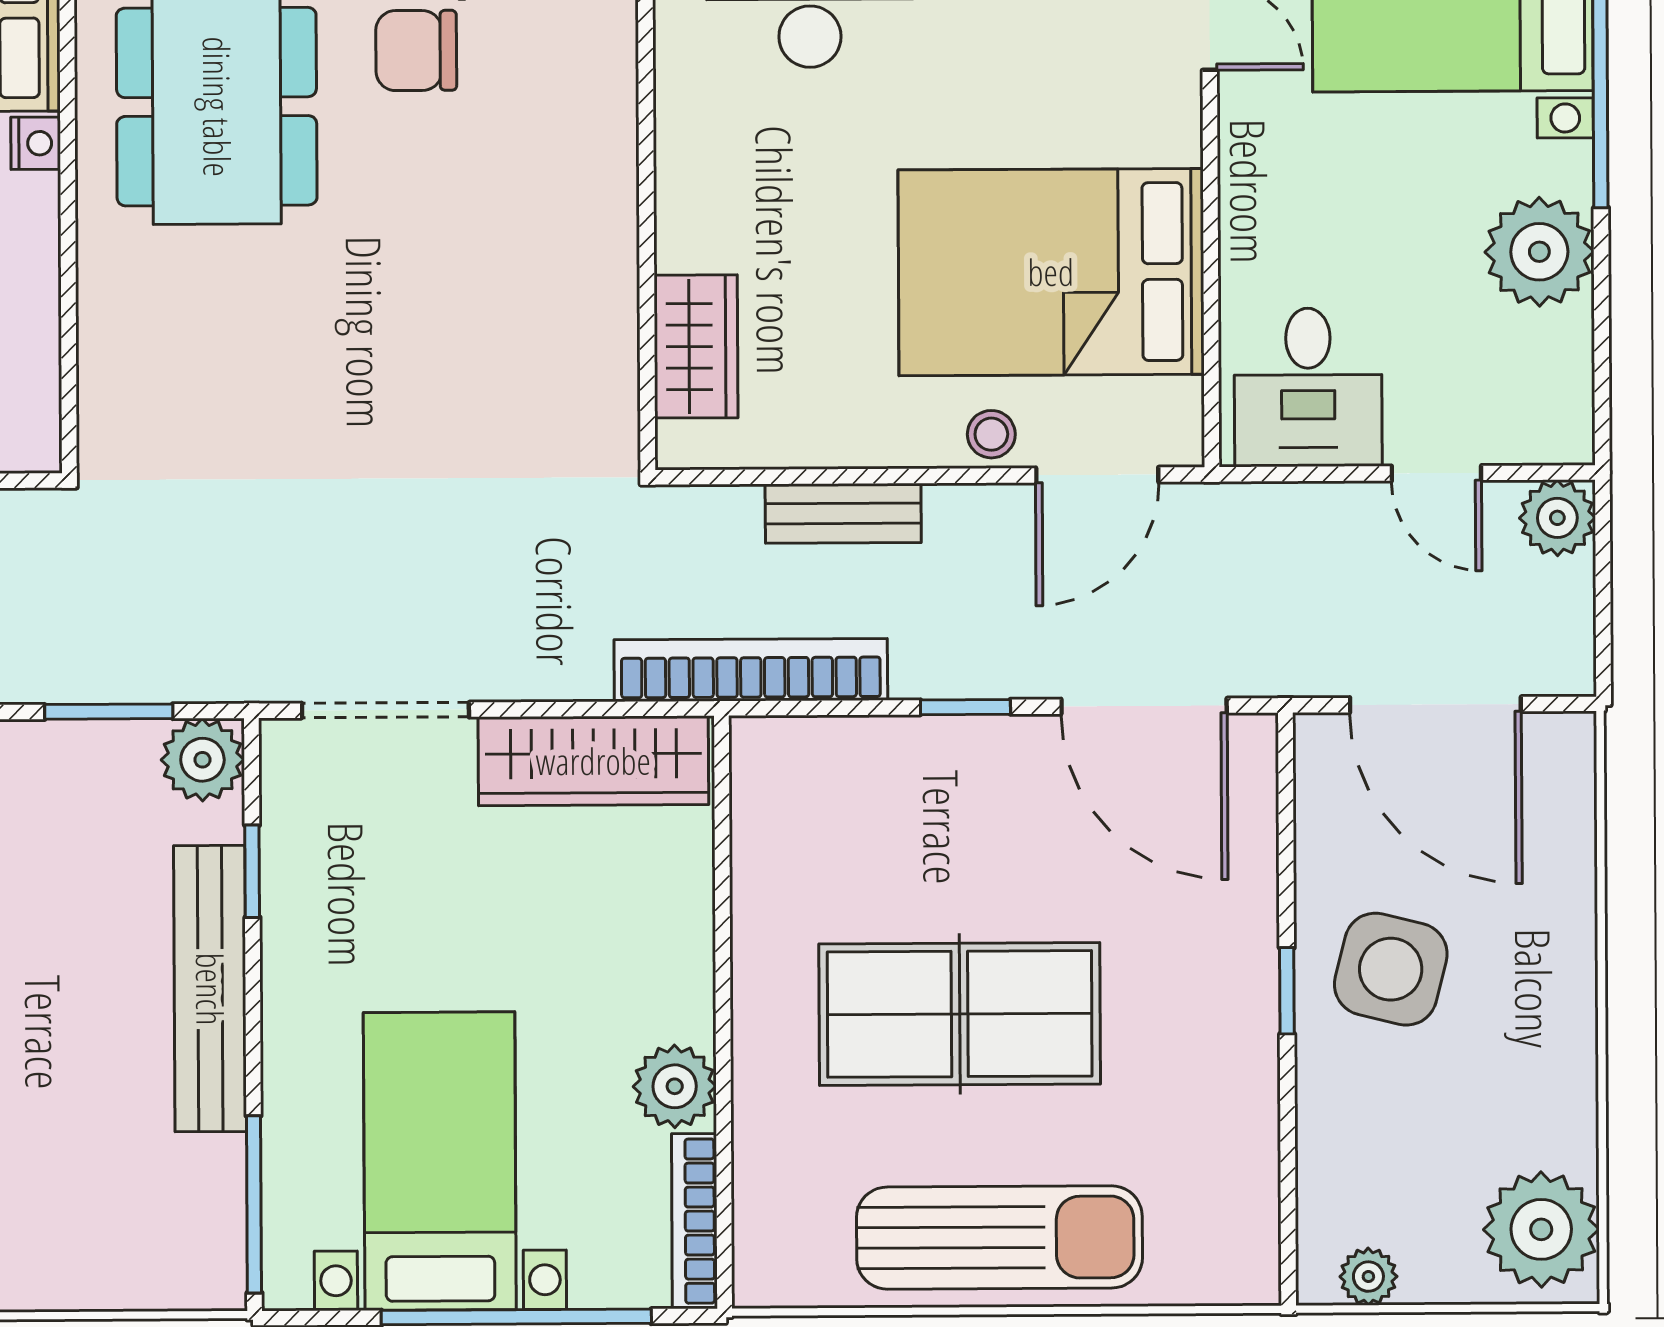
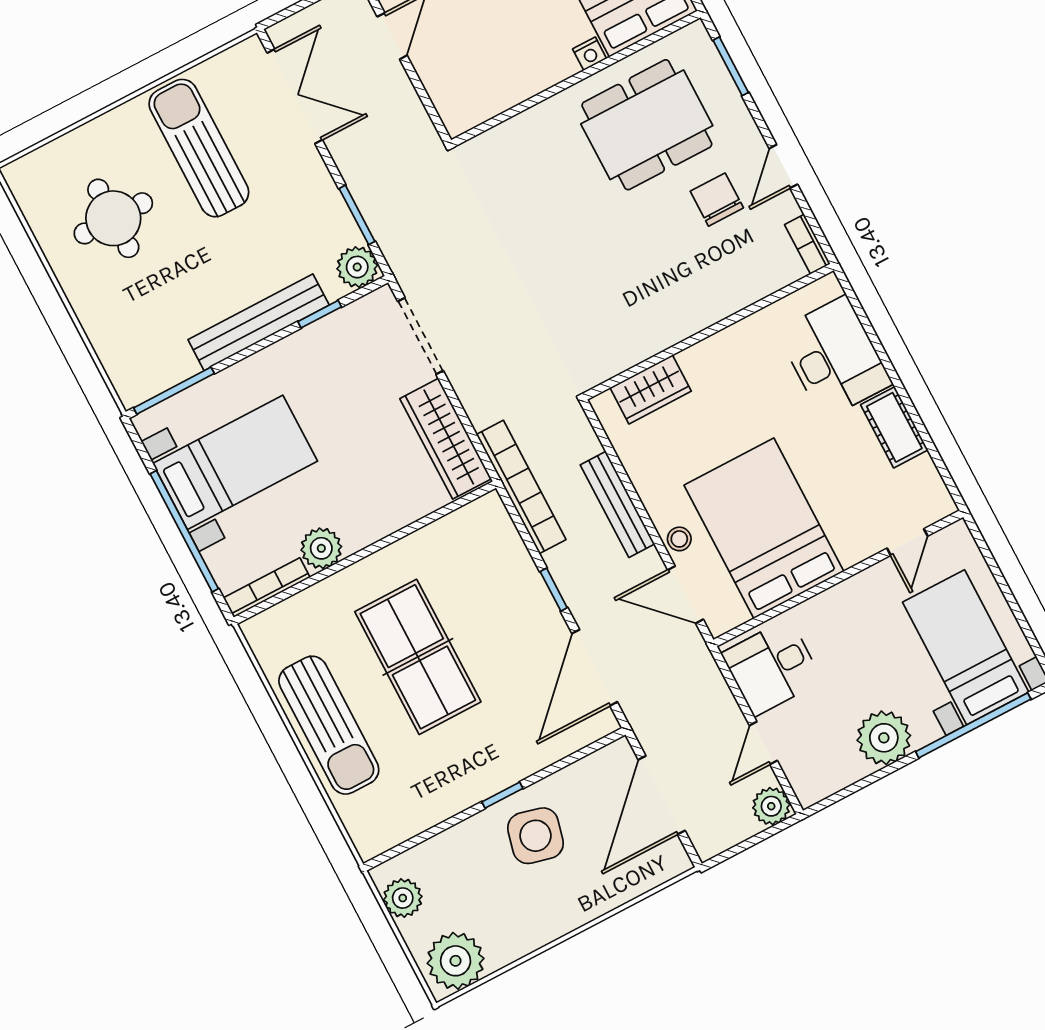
bench: (843, 513) -> (617, 504), width x1.36
plant: (1368, 1277) -> (403, 898), width x1.38, depth x1.38

